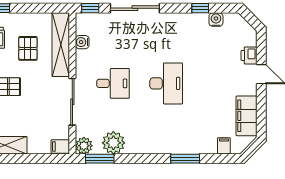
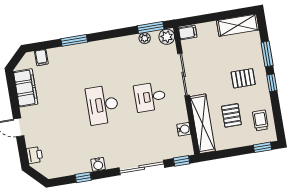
water cooler: (216, 20) -> (98, 164), moved
printer: (249, 55) -> (35, 155), moved
plant: (113, 143) -> (145, 38), width x0.53, depth x0.53

